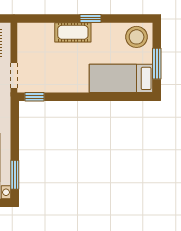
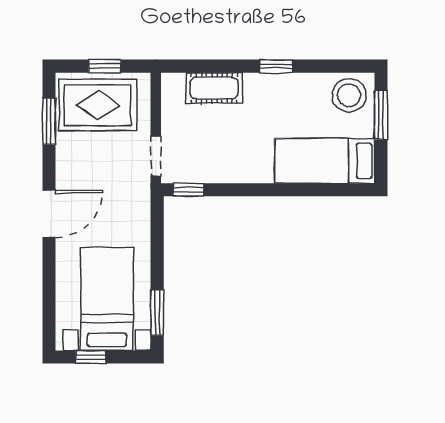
cot: (73, 32) -> (214, 88), moved
window: (157, 64) -> (381, 115), moved

